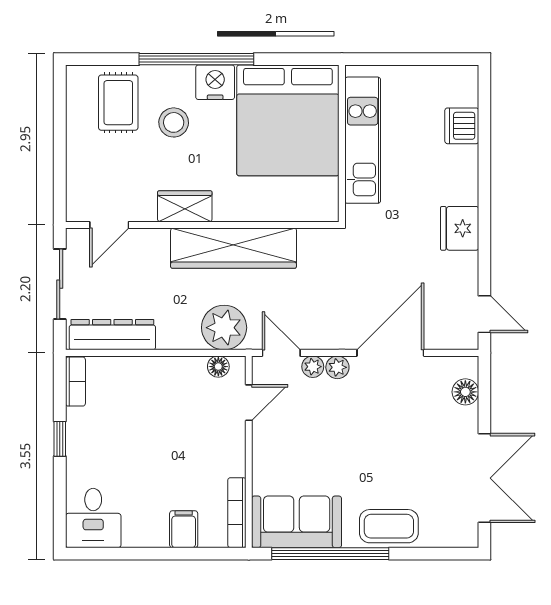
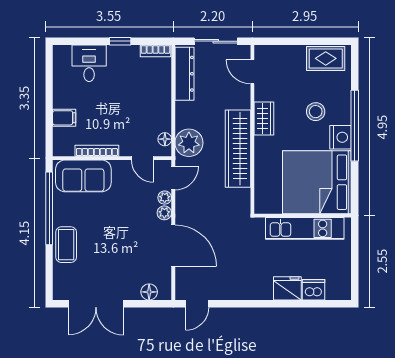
rug: (118, 103) -> (326, 58), moved
fridge: (460, 228) -> (287, 288), moved
bookcase: (237, 513) -> (97, 151), moved
desk: (93, 518) -> (89, 63), moved, turned 90
sofa: (297, 522) -> (83, 176), moved, turned 90

